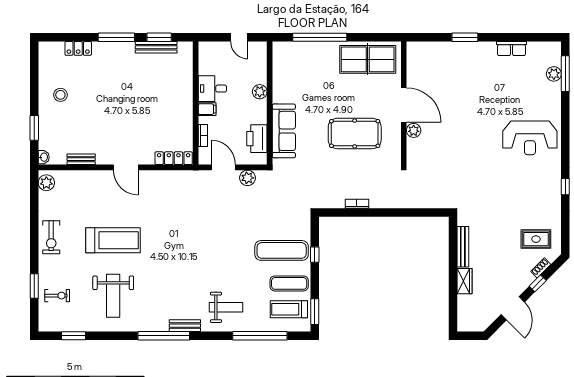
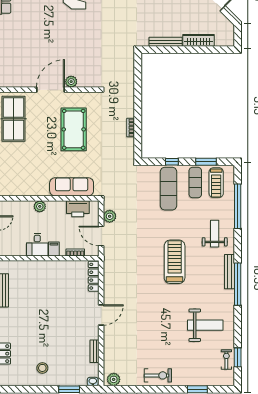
door: (223, 167) -> (101, 236), hinge flipped
treadmill: (113, 240) -> (175, 262), moved
wardrobe: (465, 281) -> (199, 40), width x1.50
exercise bike: (57, 296) -> (226, 360), moved
window: (315, 312) -> (206, 162), moved
bench: (185, 326) -> (229, 272), width x1.36

